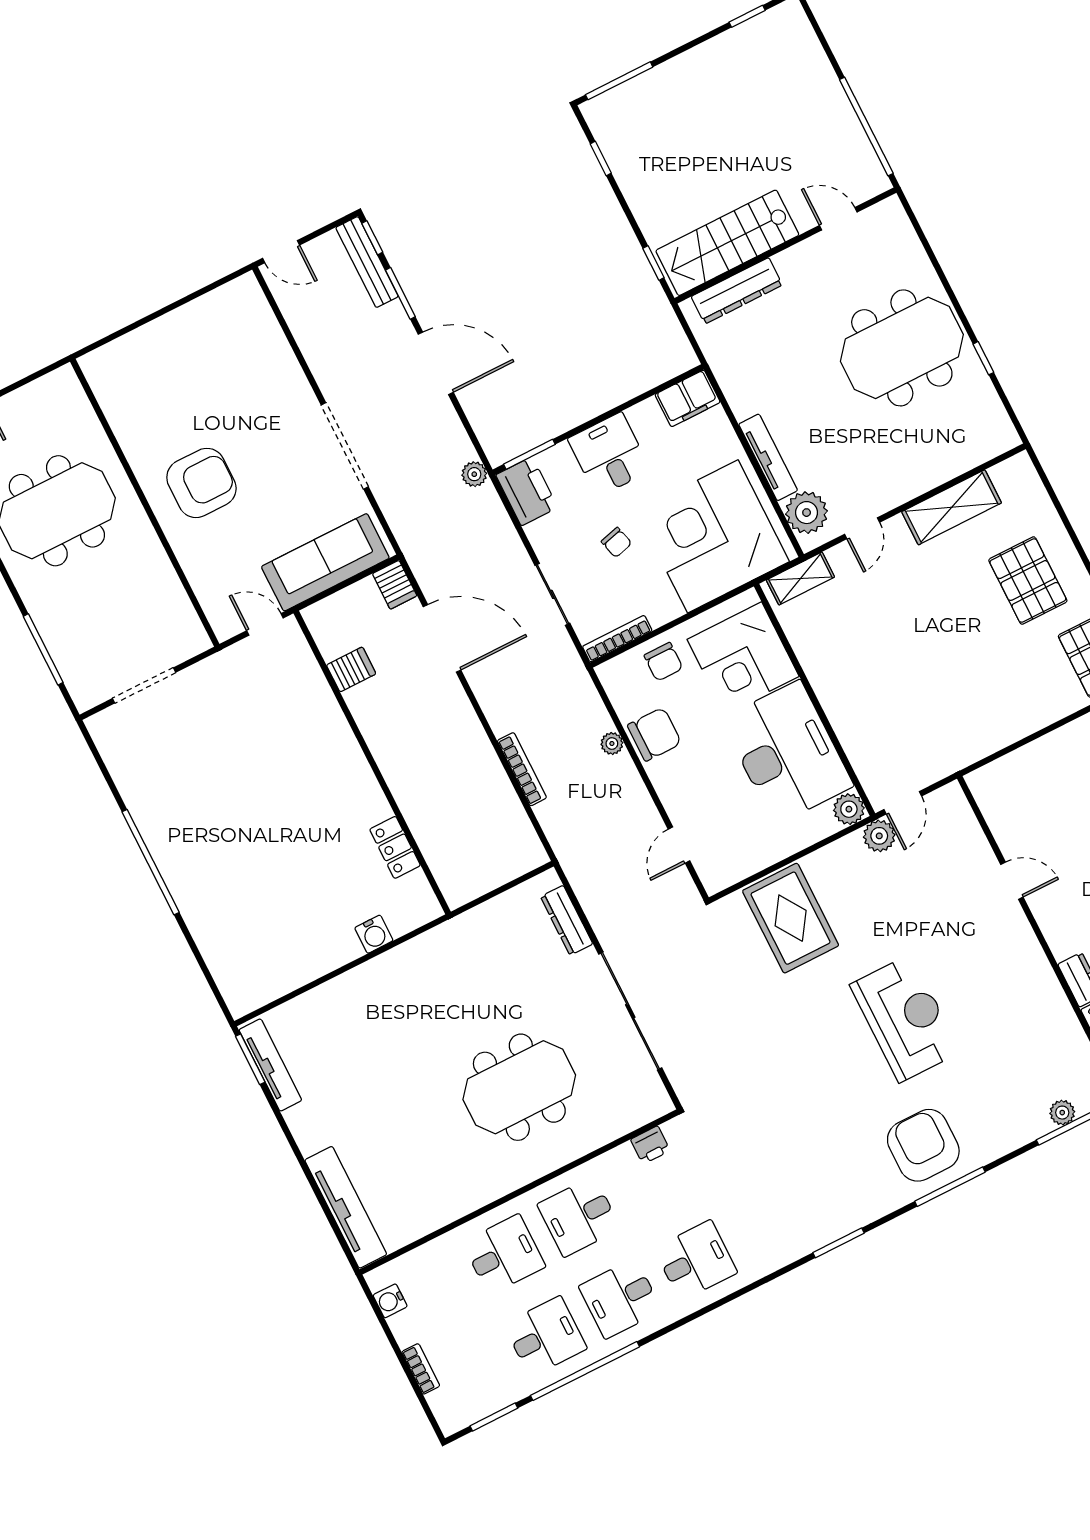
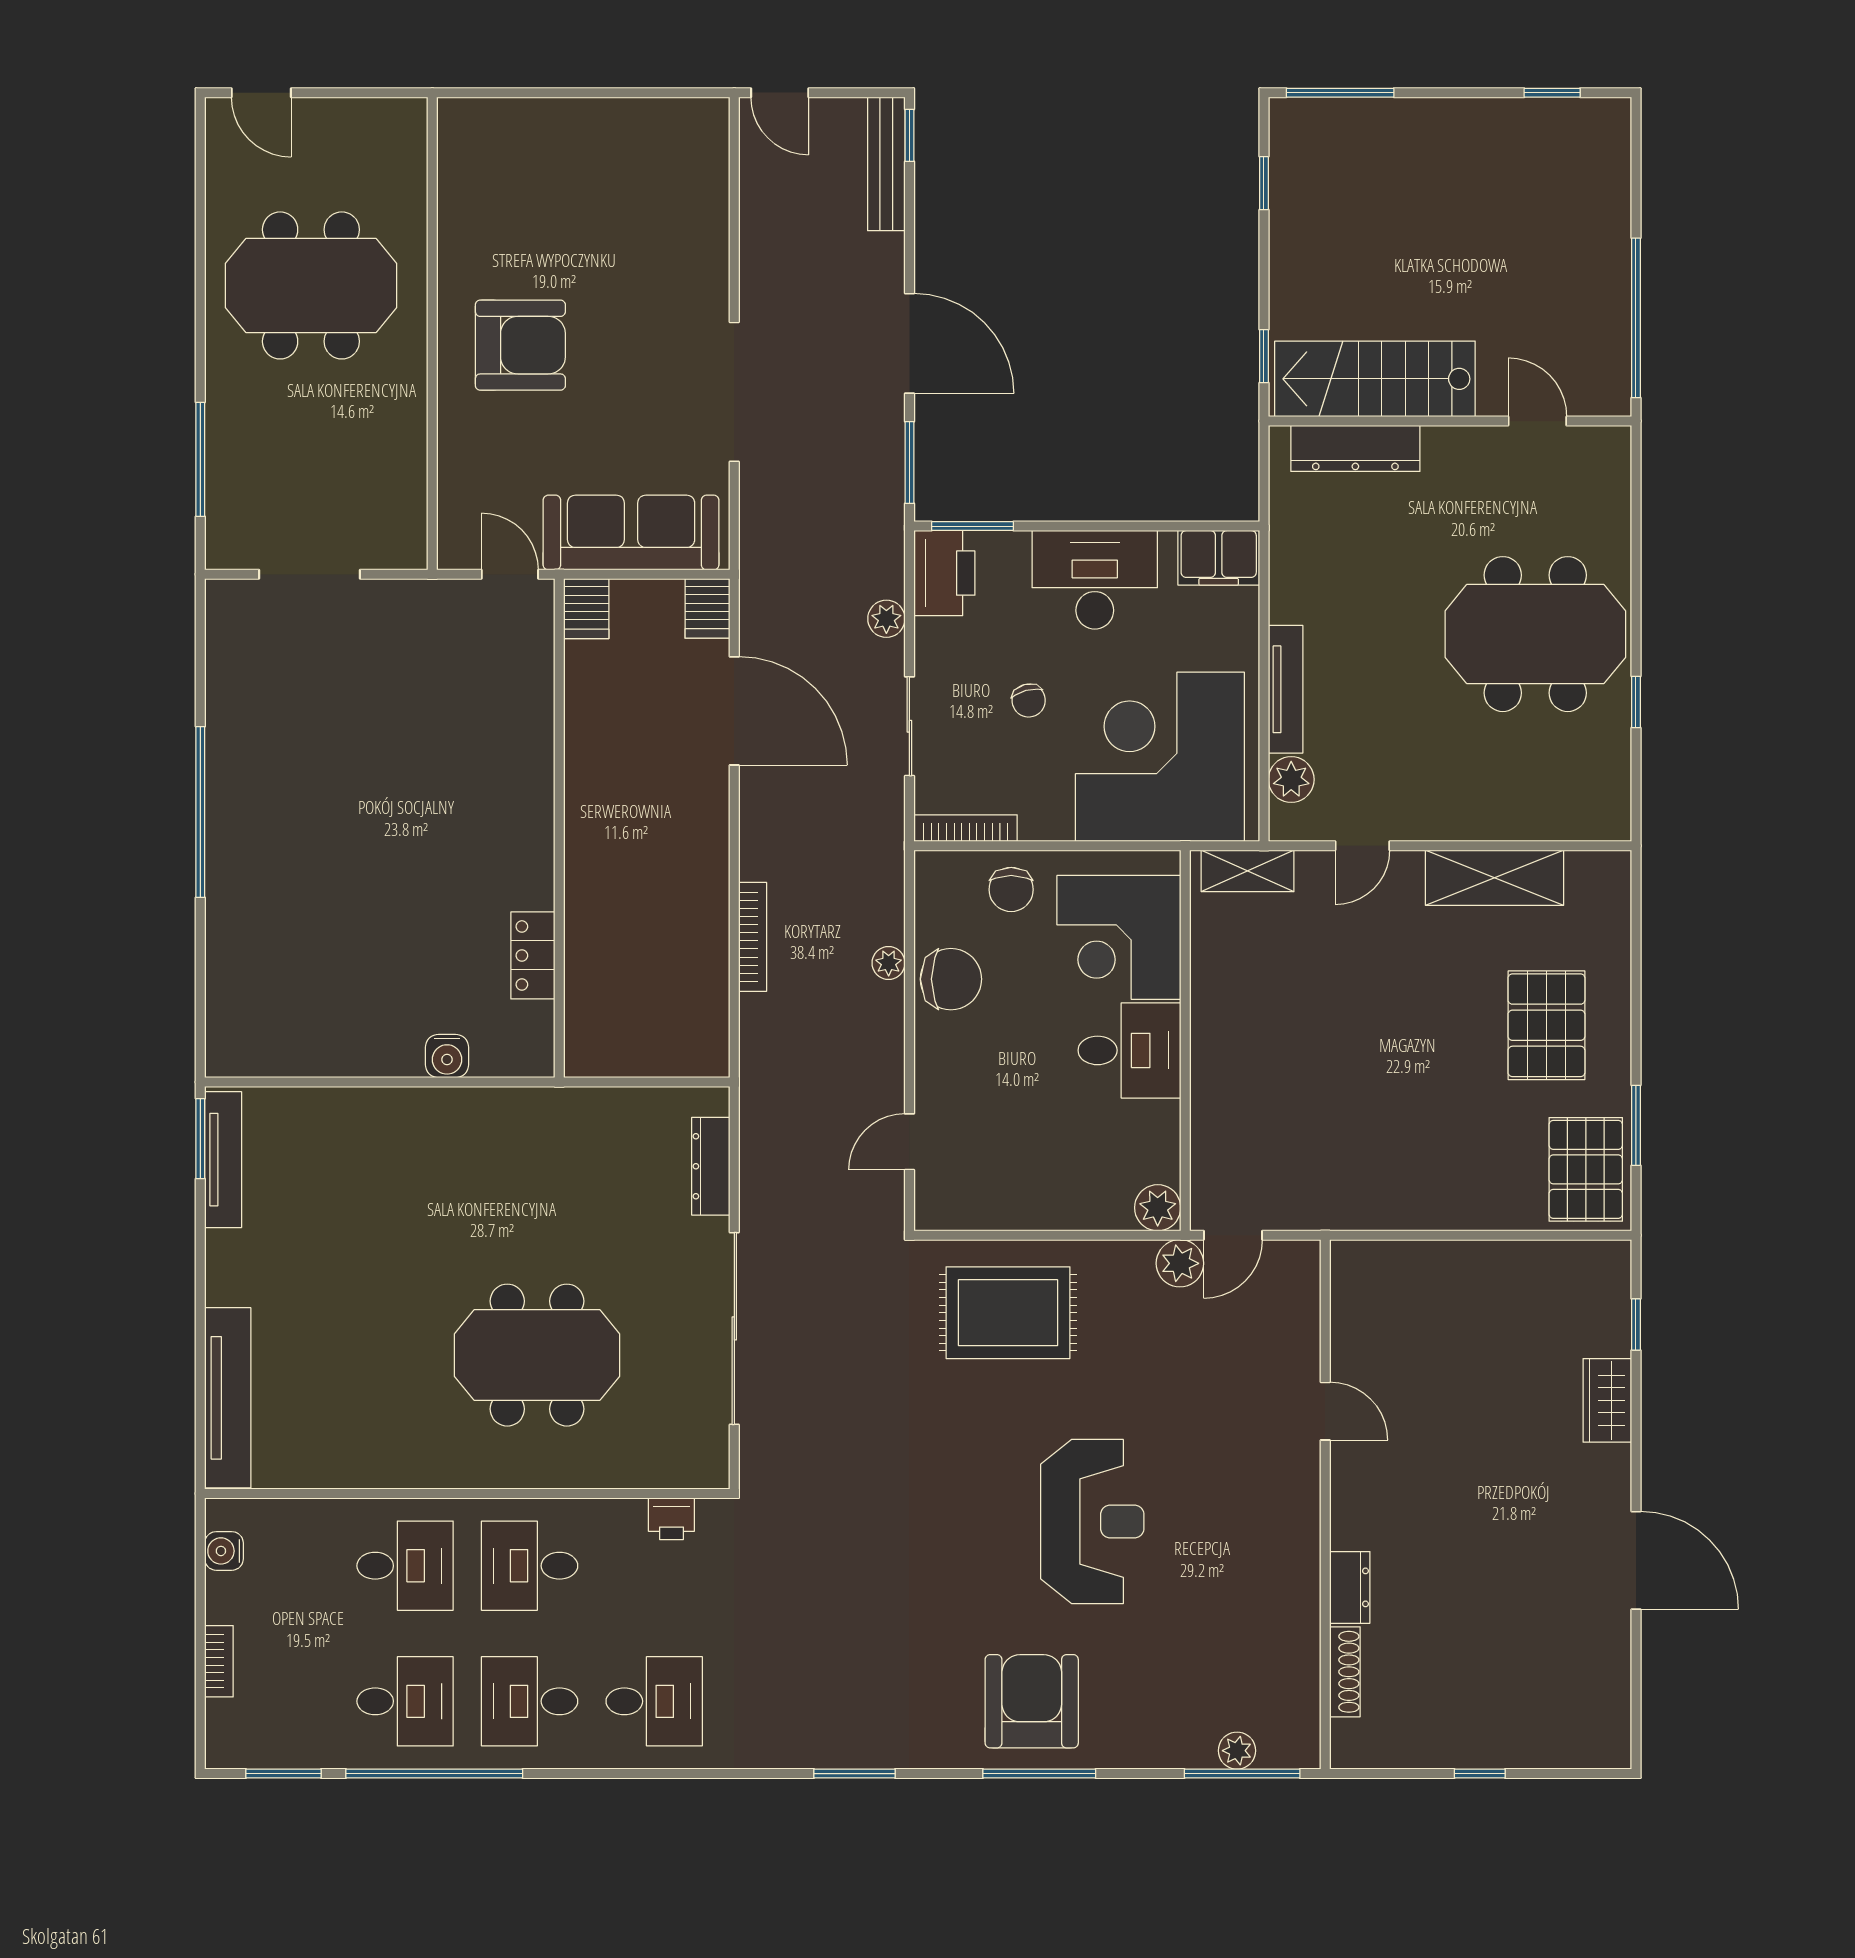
window: (400, 293) -> (909, 463), moved
desk: (609, 455) -> (1095, 580), width x1.37
plant: (474, 474) -> (886, 619), moved
plant: (807, 513) -> (1291, 780), width x0.73, depth x0.73
server rack: (351, 669) -> (586, 609), moved, turned 90
desk: (787, 753) -> (1129, 1050), width x0.53, depth x0.77
rug: (791, 918) -> (1008, 1313), turned 90

